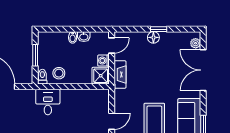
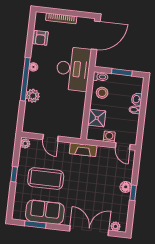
washbasin: (84, 37) -> (137, 99), moved
fireplace: (120, 75) -> (83, 150), moved
shower: (101, 76) -> (97, 118), moved
desk: (48, 102) -> (73, 69), width x1.87, depth x1.30

